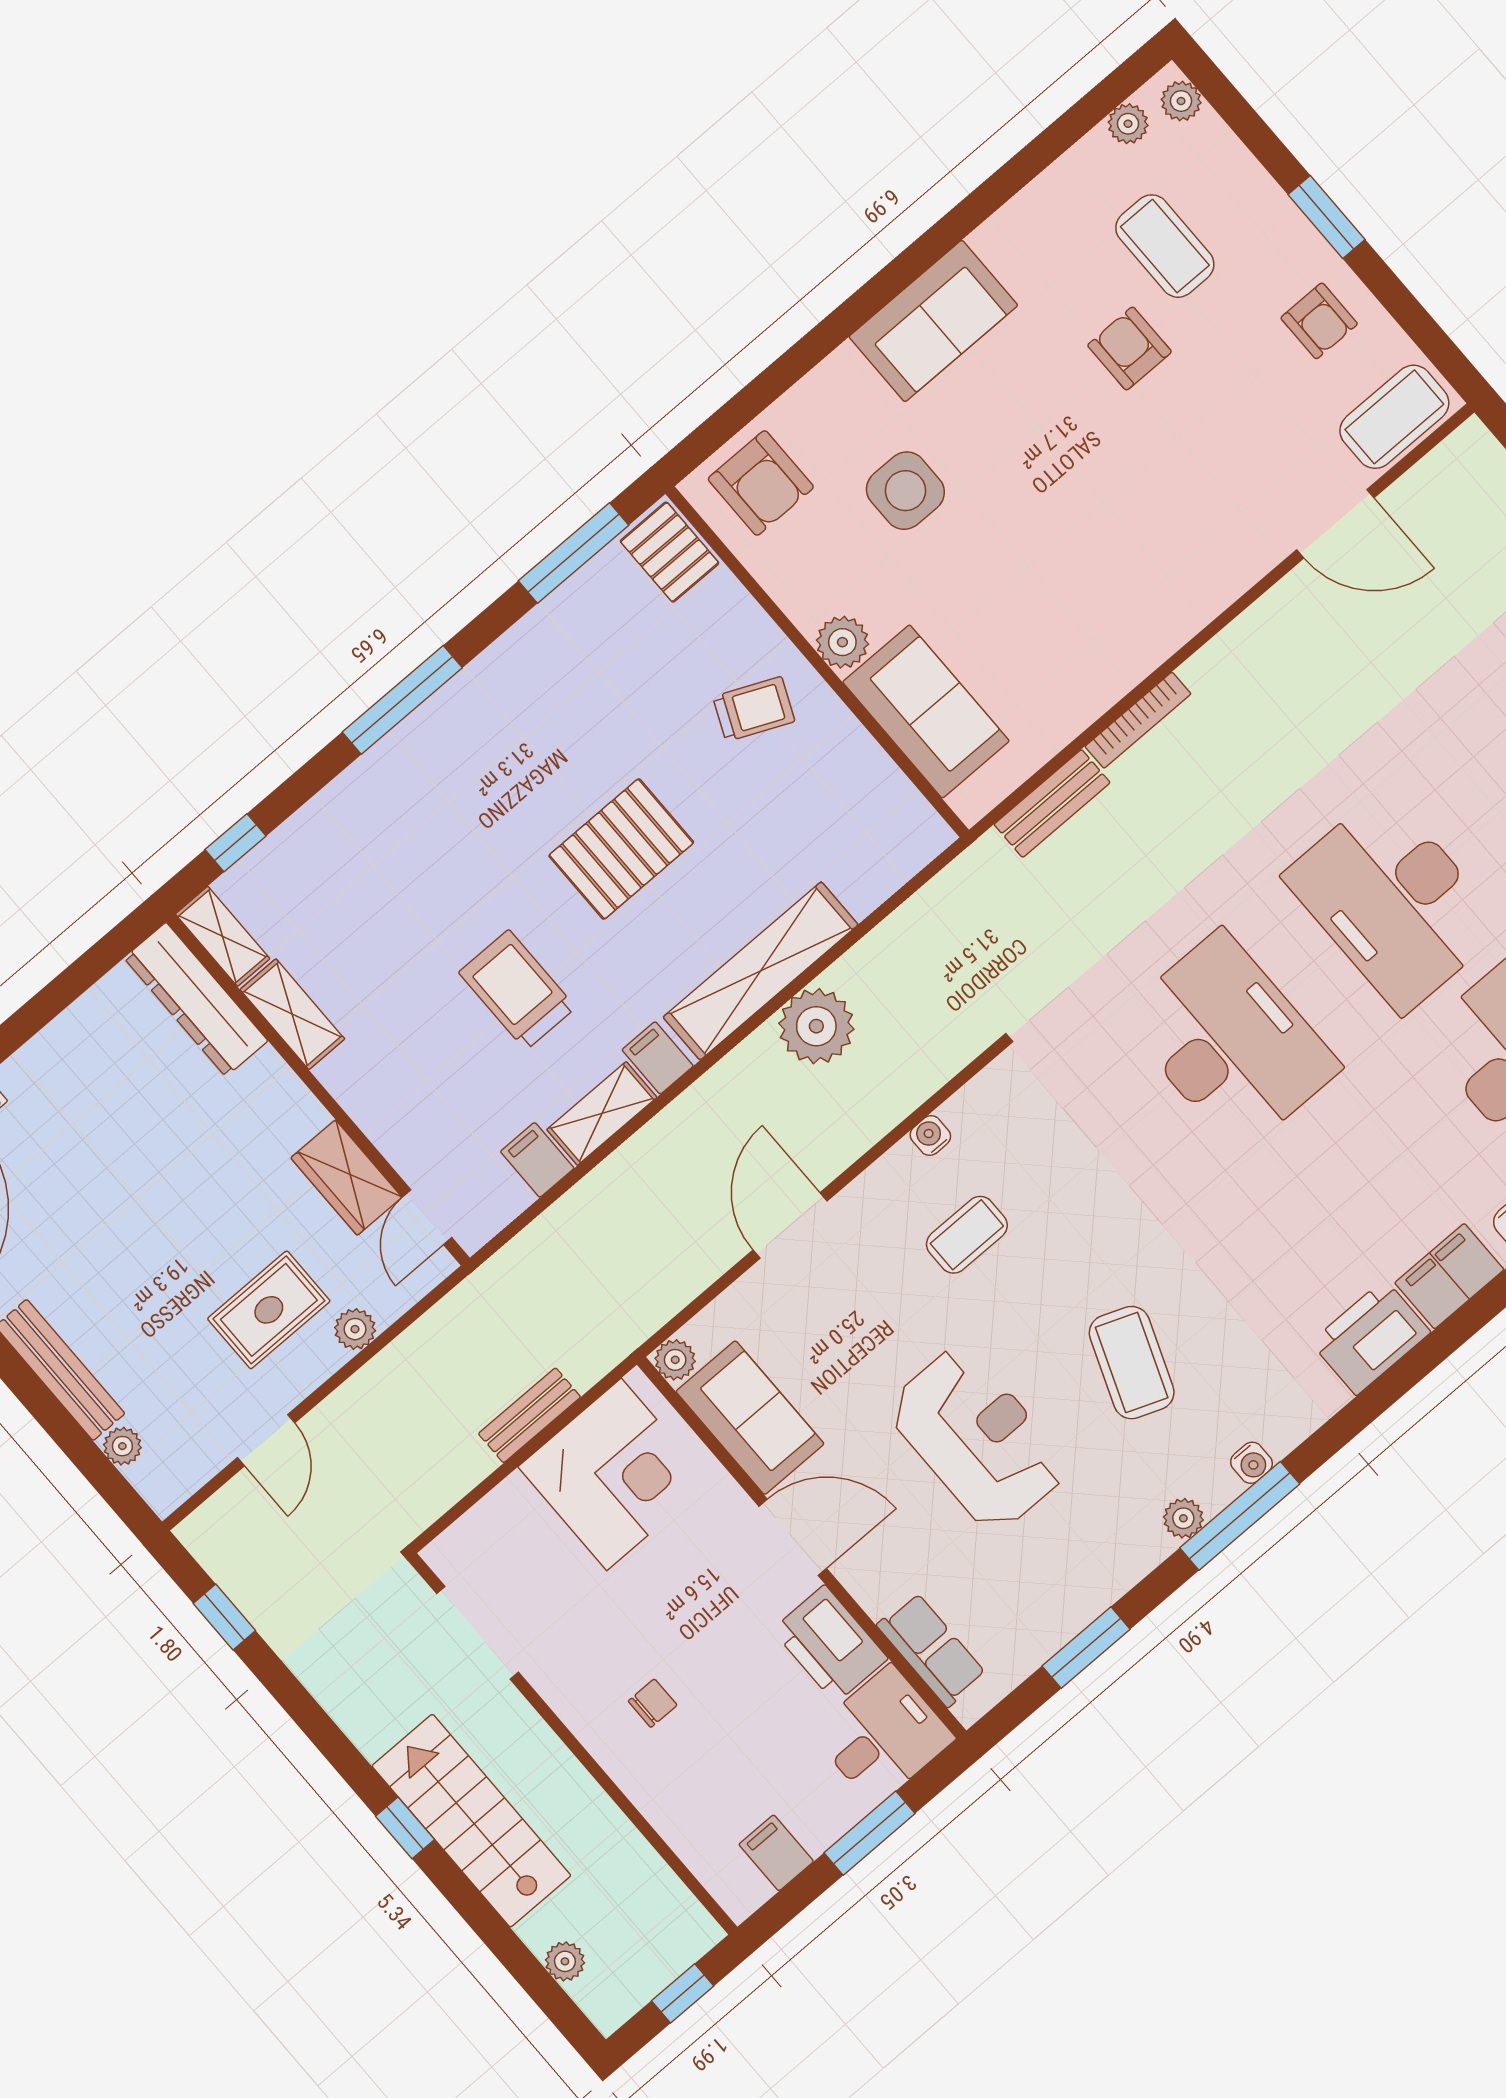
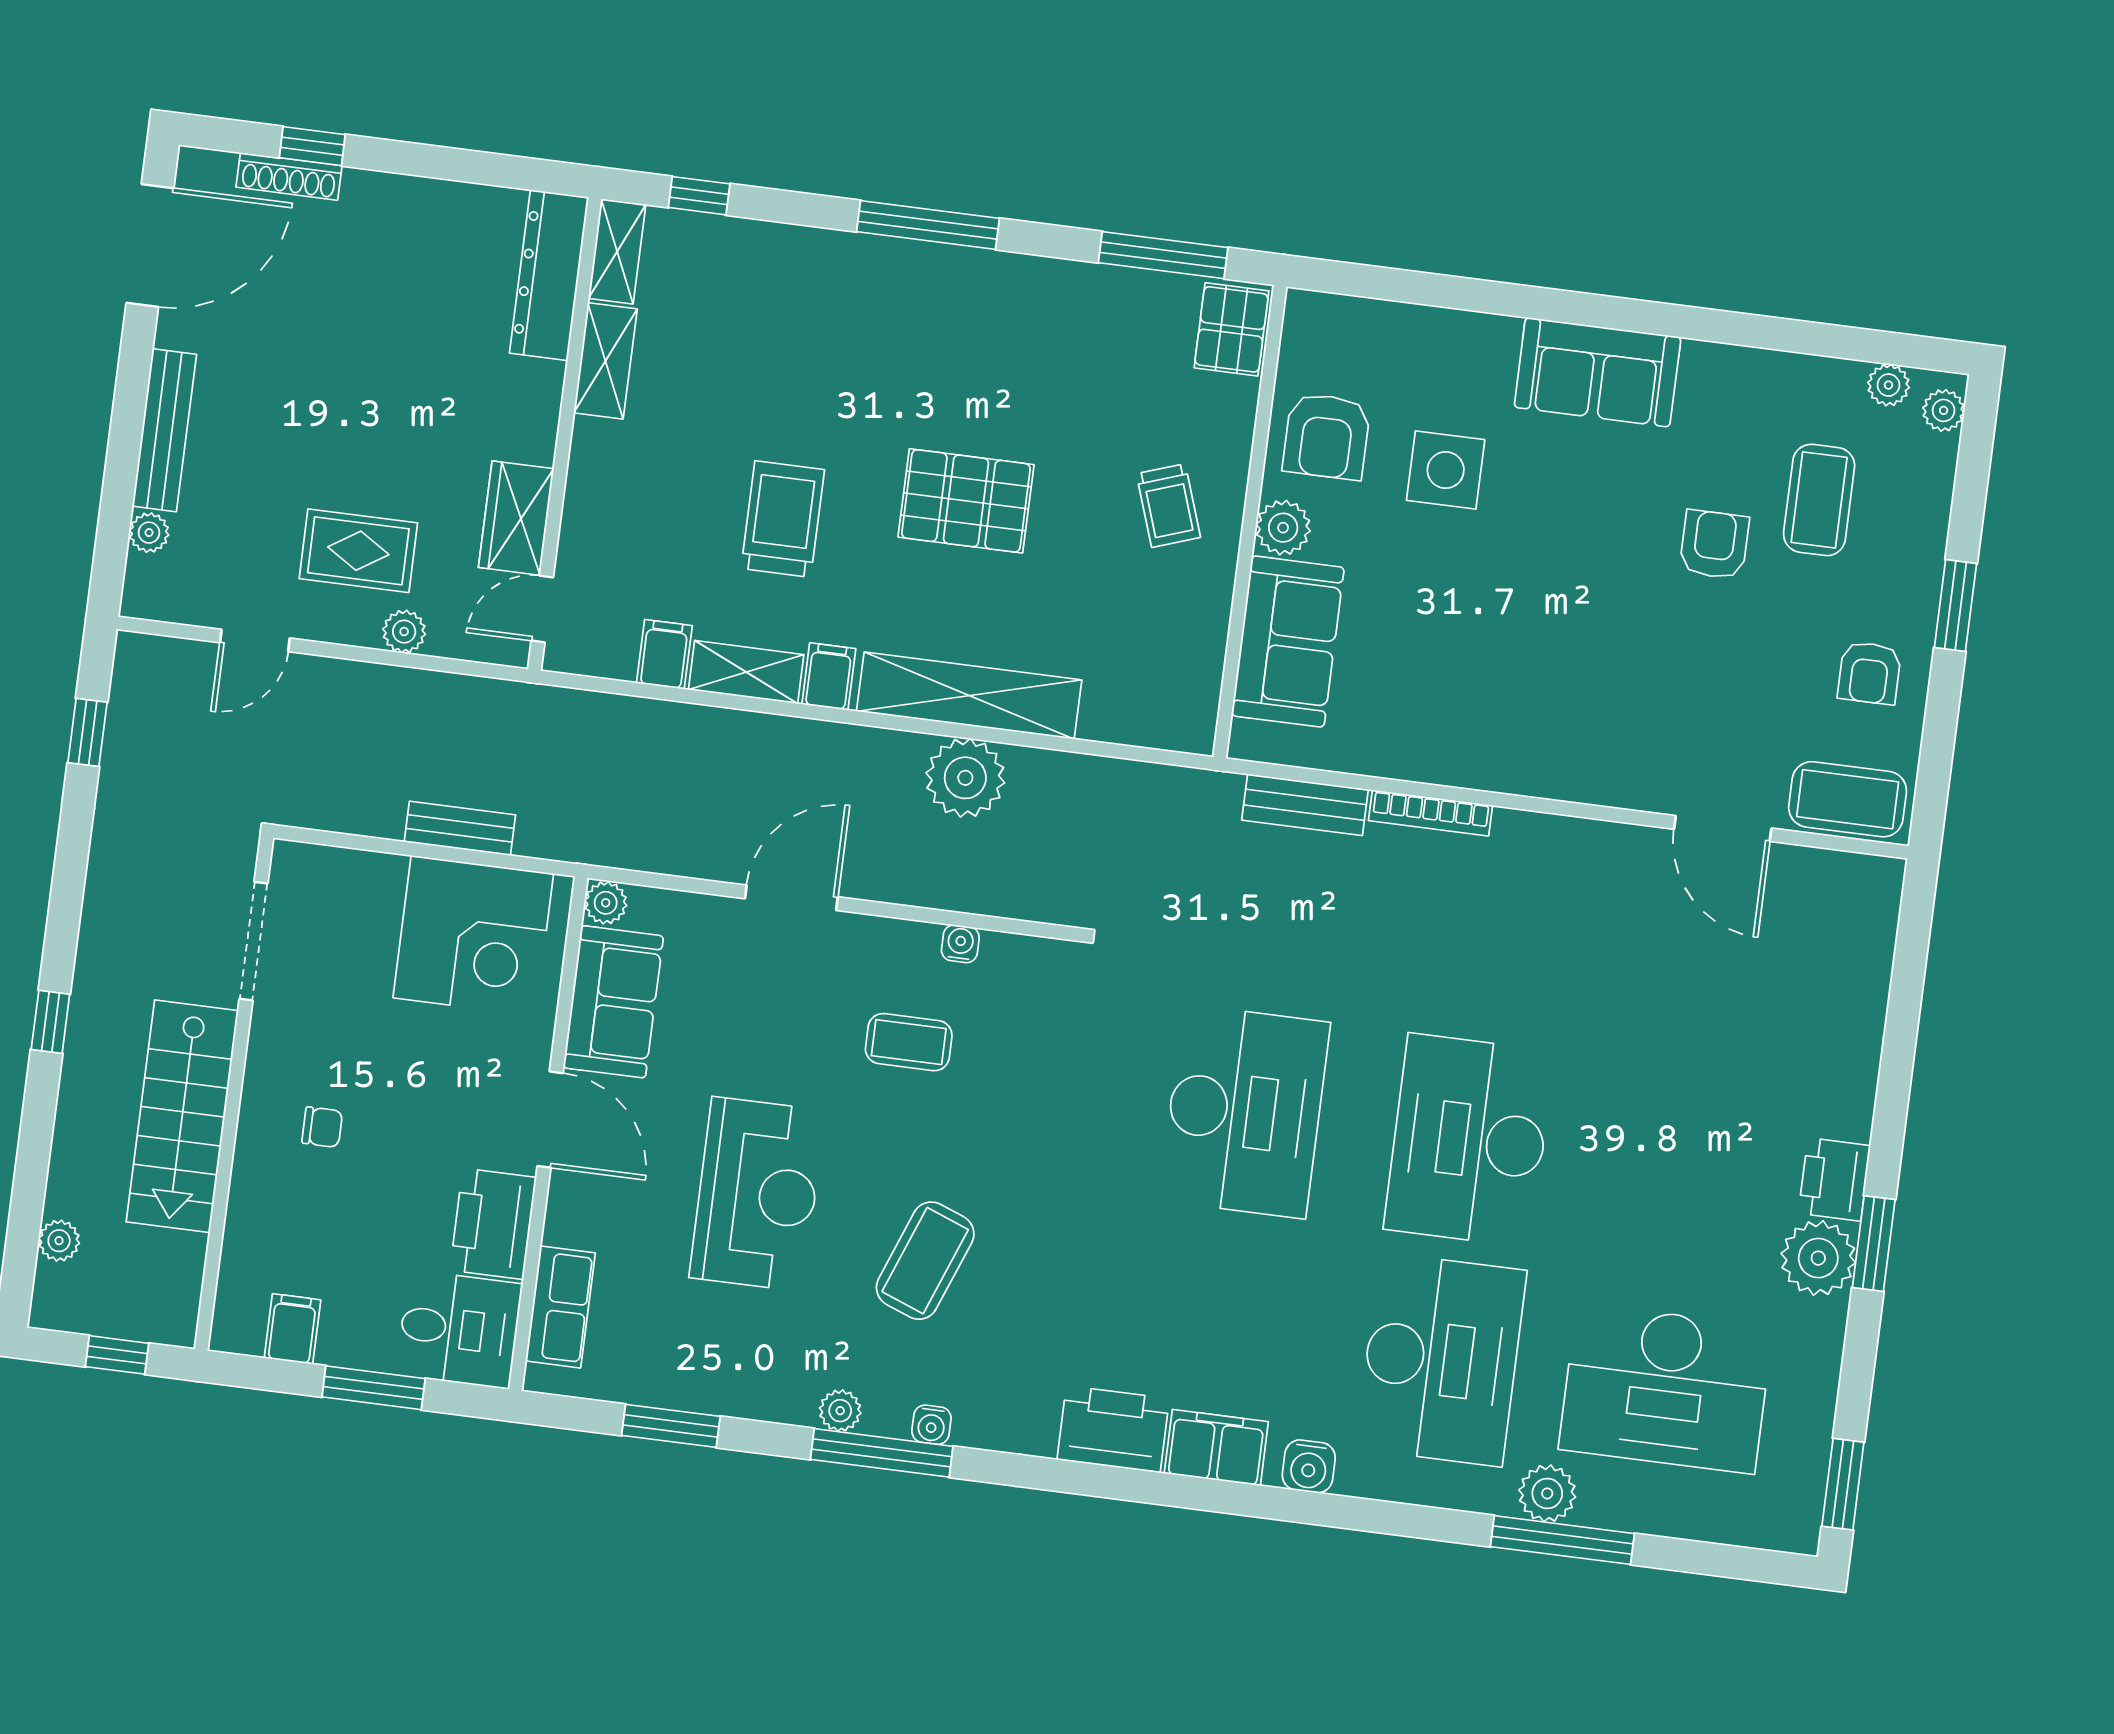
armchair: (761, 483) -> (1327, 436), moved
trolley: (754, 709) -> (1168, 506), turned 47
stairs: (471, 1821) -> (182, 1116), moved, turned 180

